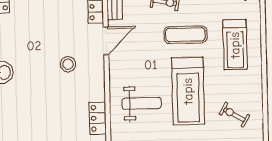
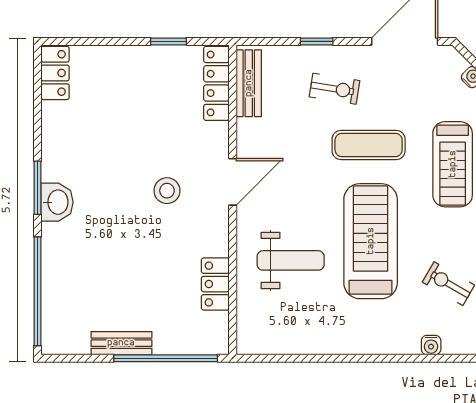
door: (106, 41) -> (233, 182), moved
treadmill: (188, 91) -> (371, 241), turned 180

